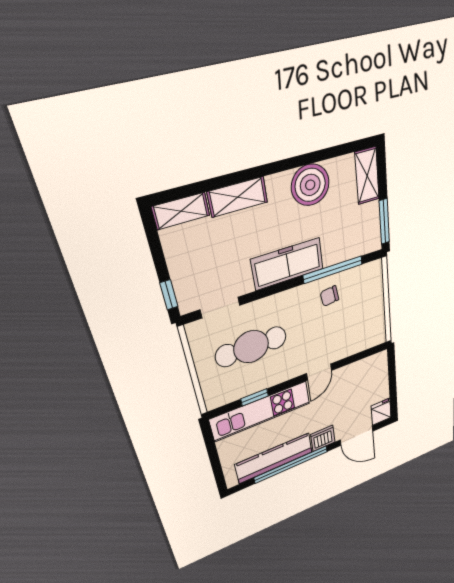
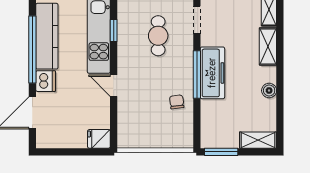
boiler: (310, 185) -> (269, 91), width x0.54, depth x0.54
window: (333, 270) -> (197, 74), moved
cafe table: (251, 347) -> (158, 36), width x0.73, depth x0.74
fridge: (381, 412) -> (99, 139), moved, turned 180

